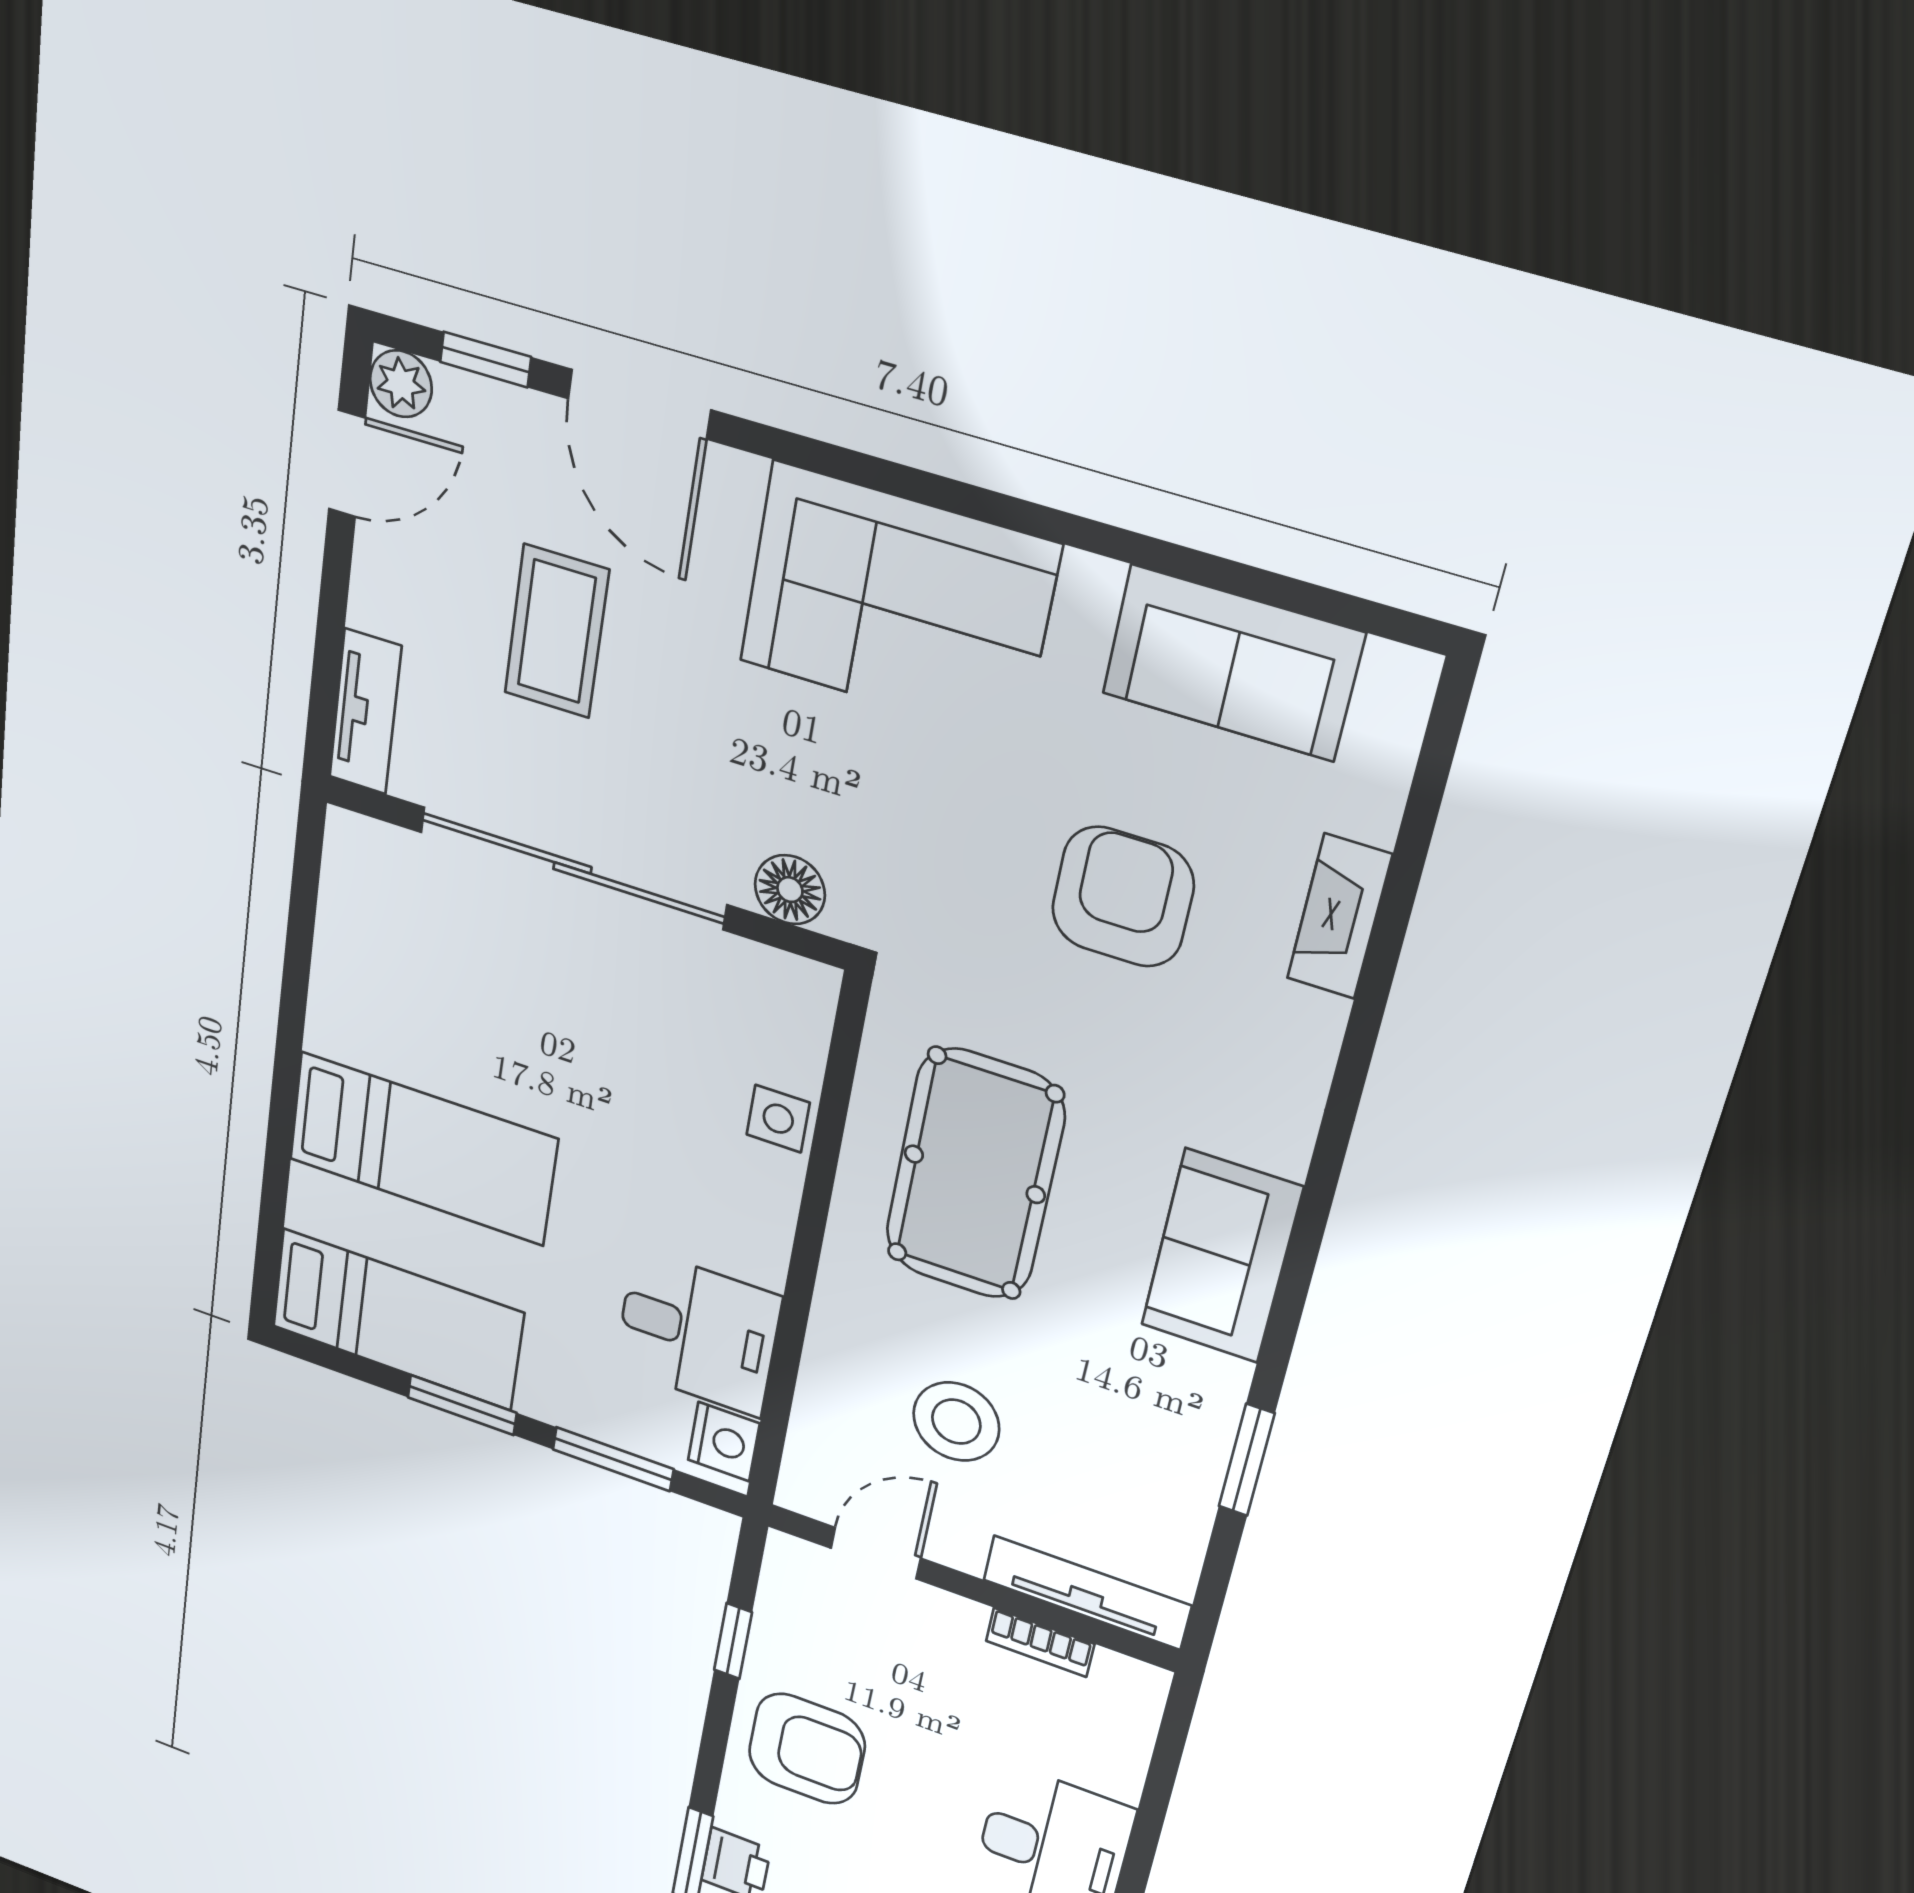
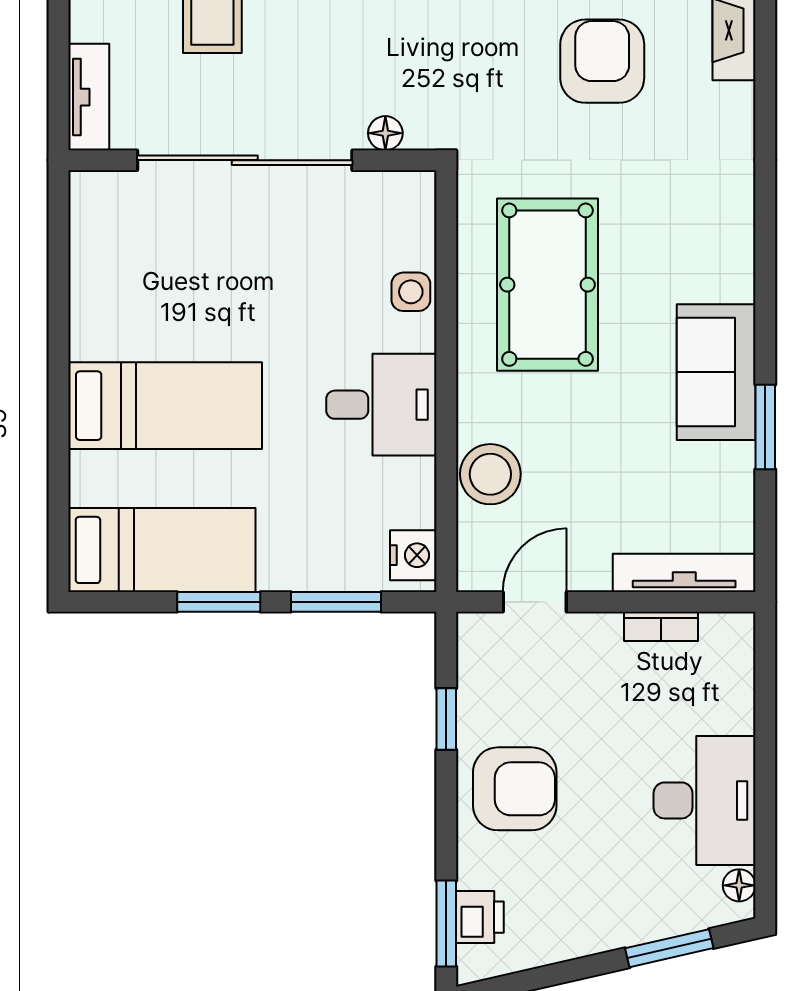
floor lamp: (790, 890) -> (385, 133), width x0.73, depth x0.73
sofa: (1222, 1256) -> (716, 372), moved
desk: (698, 1332) -> (381, 405), moved
stool: (956, 1422) -> (490, 474), moved

